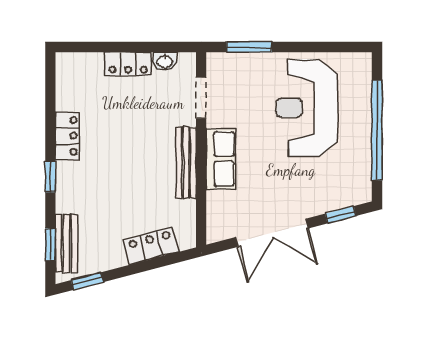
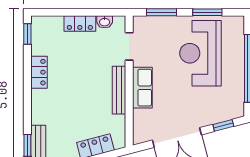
window: (317, 47) -> (207, 12), added
window: (50, 177) -> (27, 34), moved

